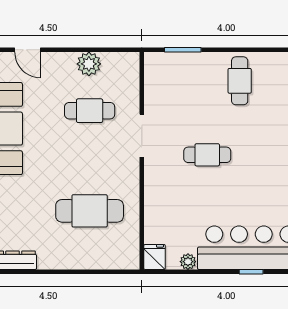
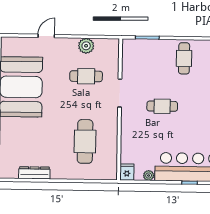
door: (28, 50) -> (46, 36), swing flipped
cafe table: (90, 211) -> (85, 141), turned 90

